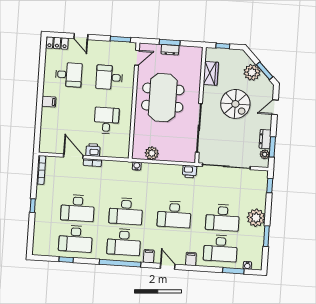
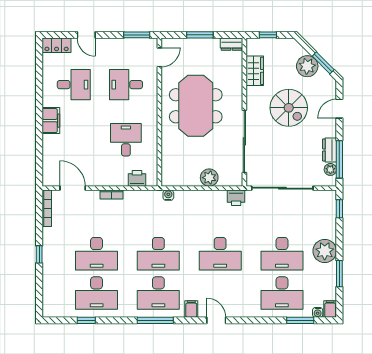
dresser: (170, 50) -> (231, 44), moved
filing cabinet: (49, 102) -> (51, 121), width x2.00
window: (272, 147) -> (339, 159), width x1.44
printer: (93, 150) -> (137, 178), moved
plant: (152, 153) -> (209, 178), moved
door: (73, 156) -> (73, 188), moved
filing cabinet: (191, 259) -> (330, 309), moved
window: (120, 263) -> (155, 320), width x0.68

